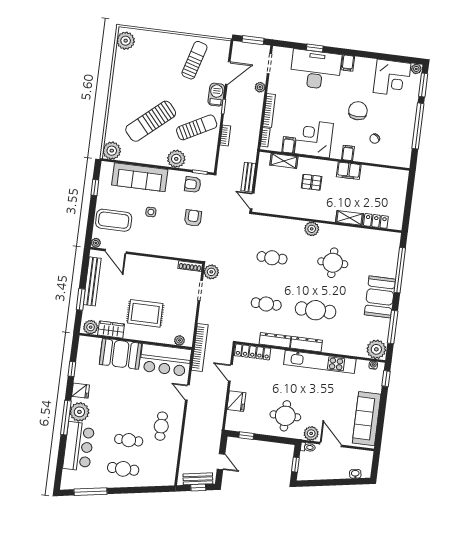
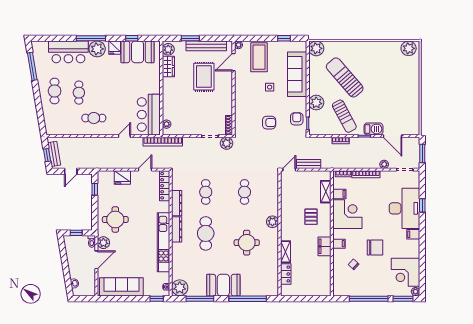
sun lounger: (194, 60) -> (400, 107), removed
rug: (145, 313) -> (204, 77), moved
booth: (120, 354) -> (138, 52), moved, turned 90

